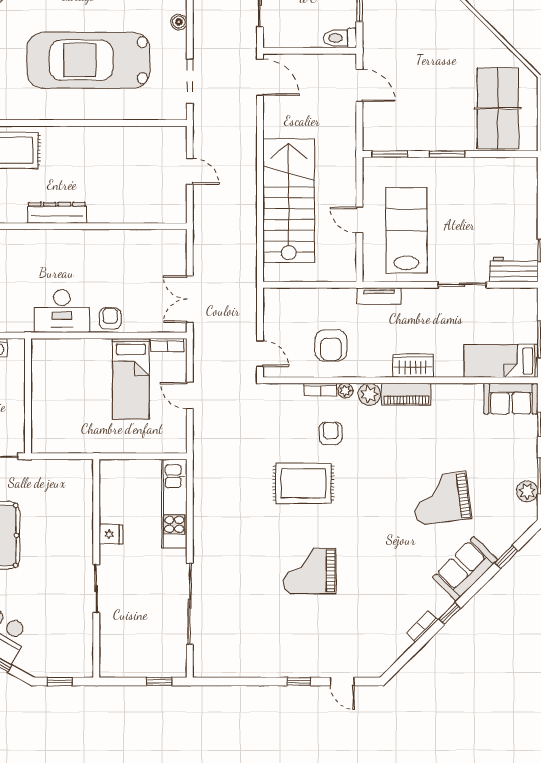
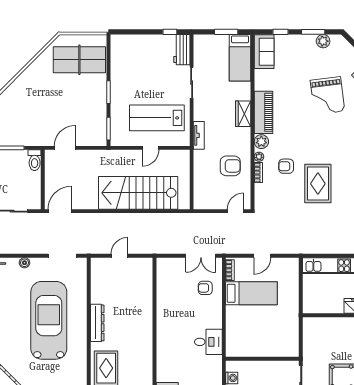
car: (88, 60) -> (49, 320), turned 180
dresser: (57, 213) -> (97, 323), moved, turned 180
desk: (62, 311) -> (208, 342), width x0.73
armchair: (110, 318) -> (205, 288), moved
piano: (406, 394) -> (263, 112), width x1.37, depth x1.33

